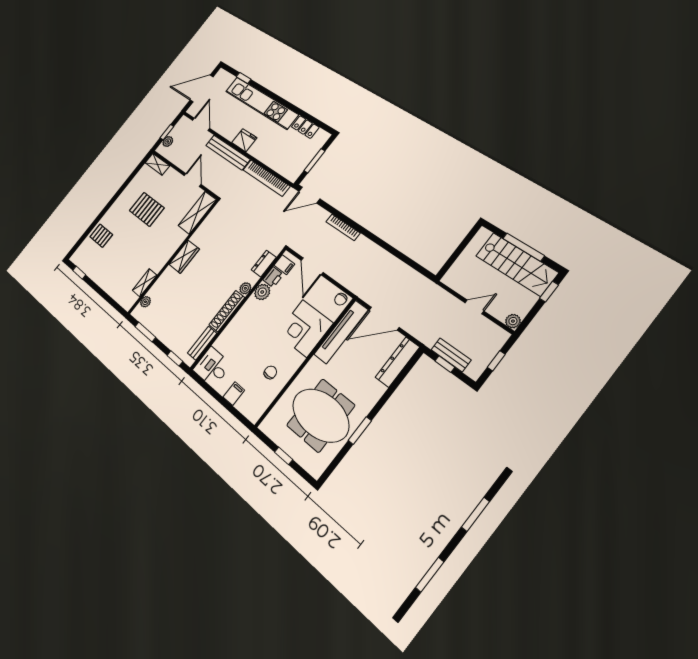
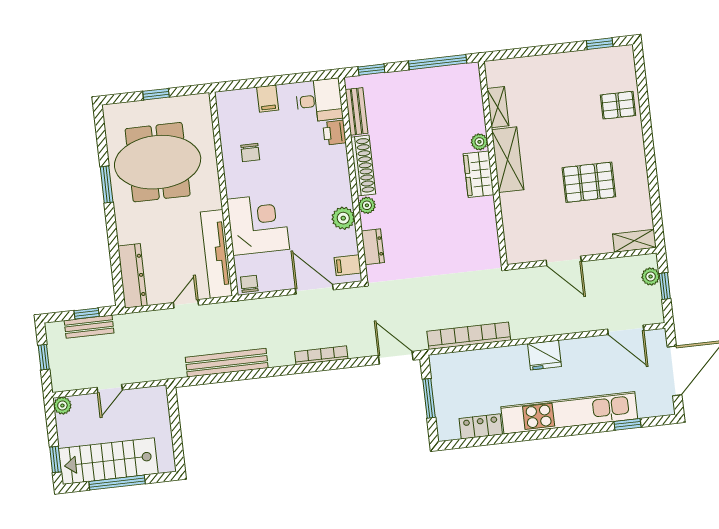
bench: (228, 152) -> (227, 363), moved
door: (309, 195) -> (396, 358), hinge flipped
shelving: (197, 213) -> (508, 160), moved
printer: (273, 277) -> (334, 133), moved
plant: (145, 302) -> (479, 142), moved
door: (384, 318) -> (186, 304), width x0.53
window: (145, 332) -> (438, 62), width x1.44

